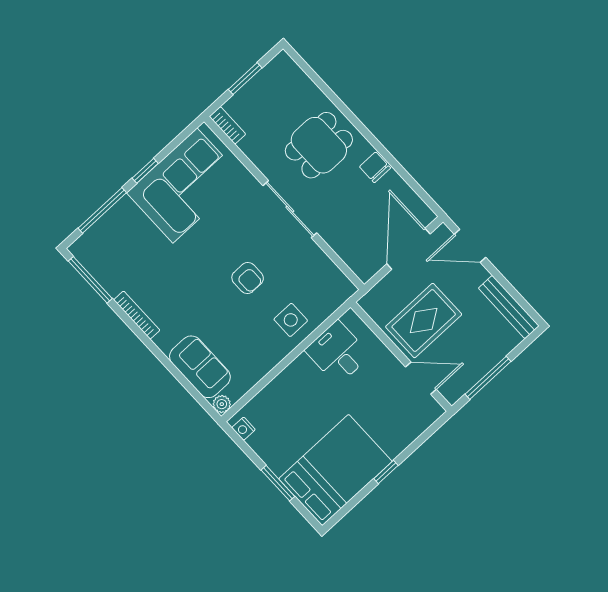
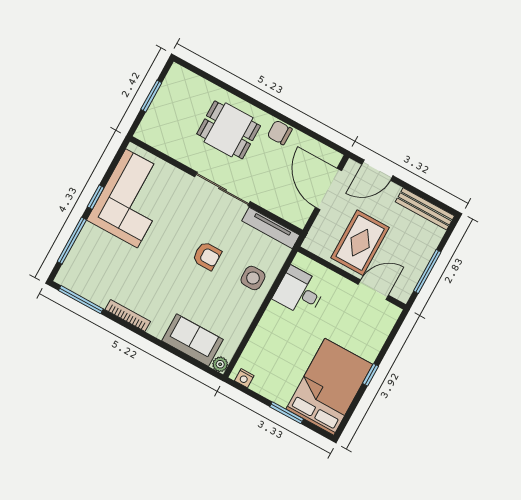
bookcase: (227, 125) -> (150, 138), removed
dining table: (319, 145) -> (229, 130), turned 90
tv unit: (329, 271) -> (271, 228), added

